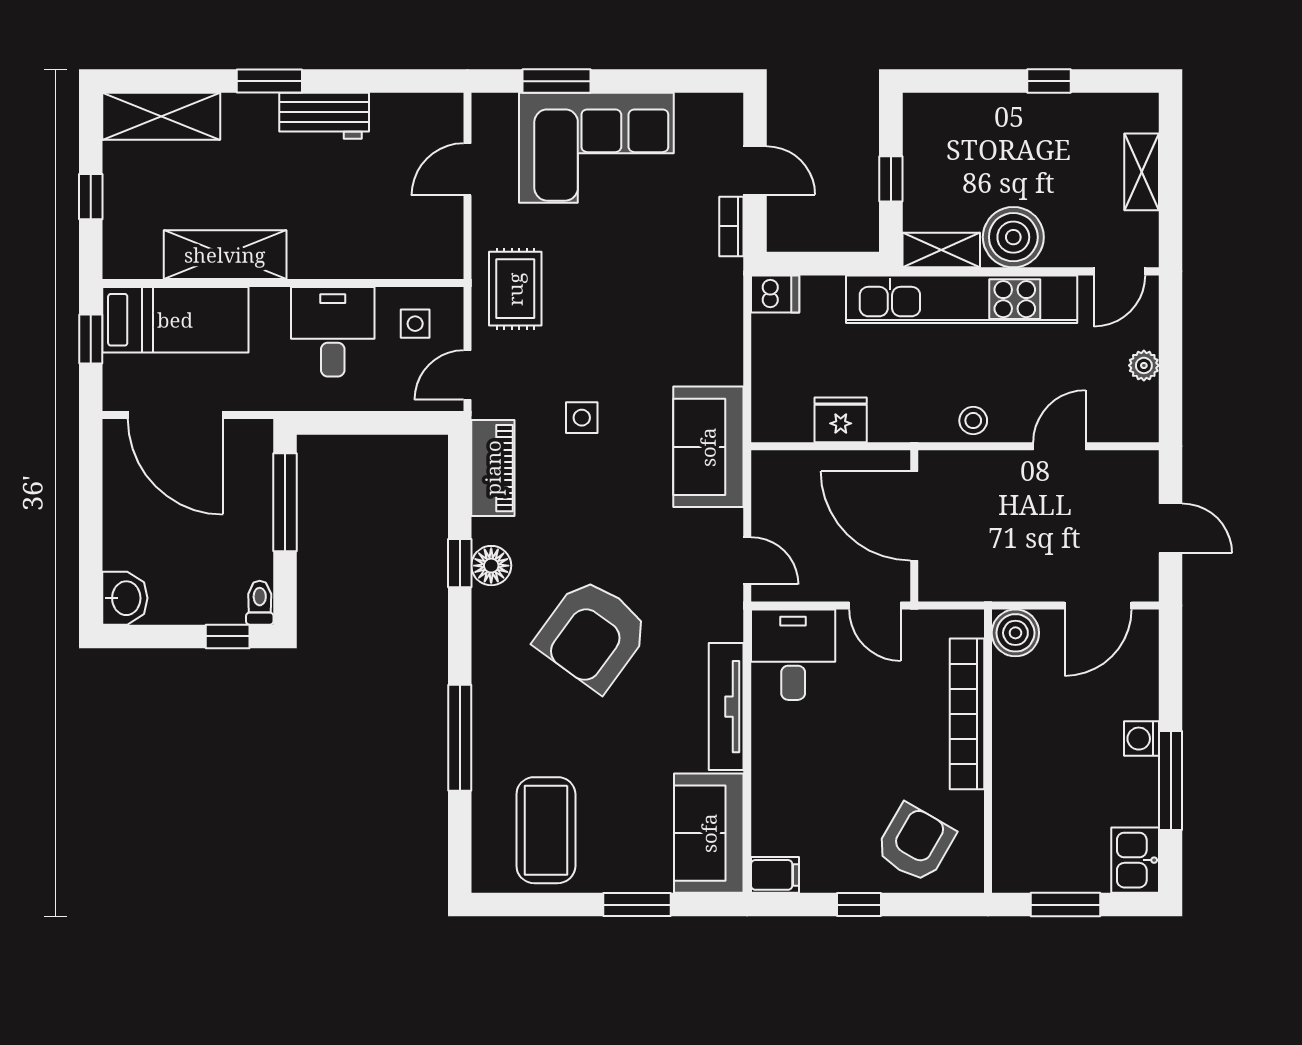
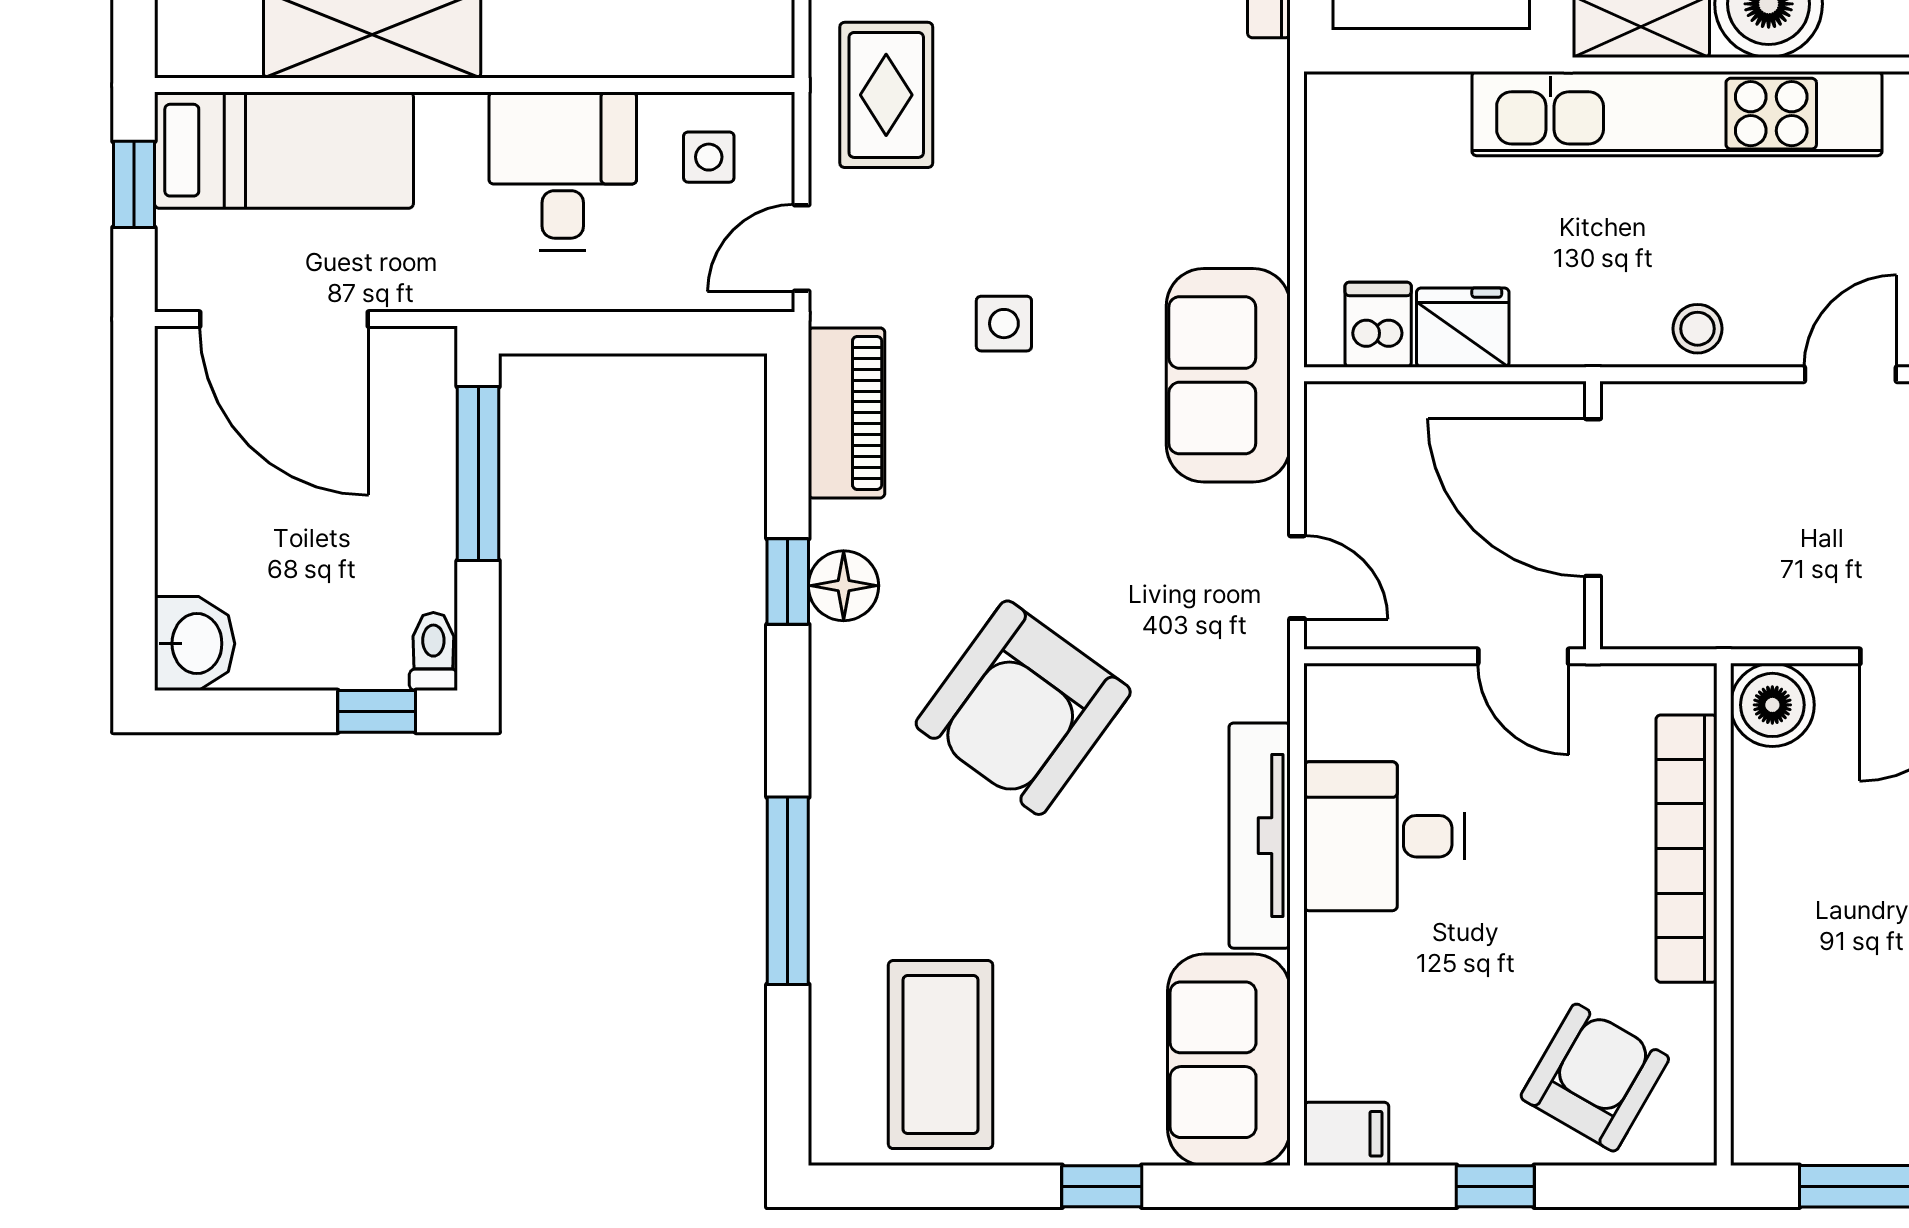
dishwasher: (775, 294) -> (1378, 325), moved, turned -90
desk: (793, 655) -> (1384, 836), moved, turned -90
window: (637, 905) -> (1102, 1186), width x0.67

